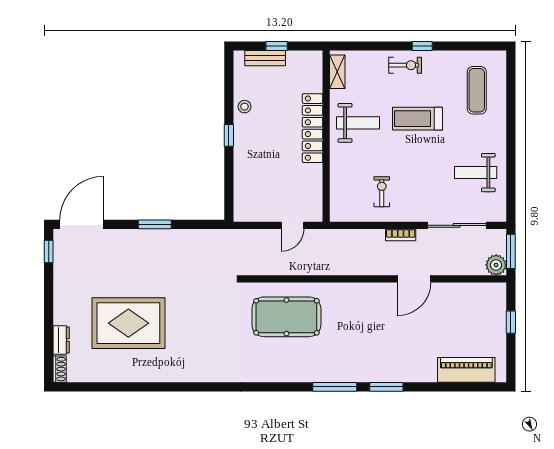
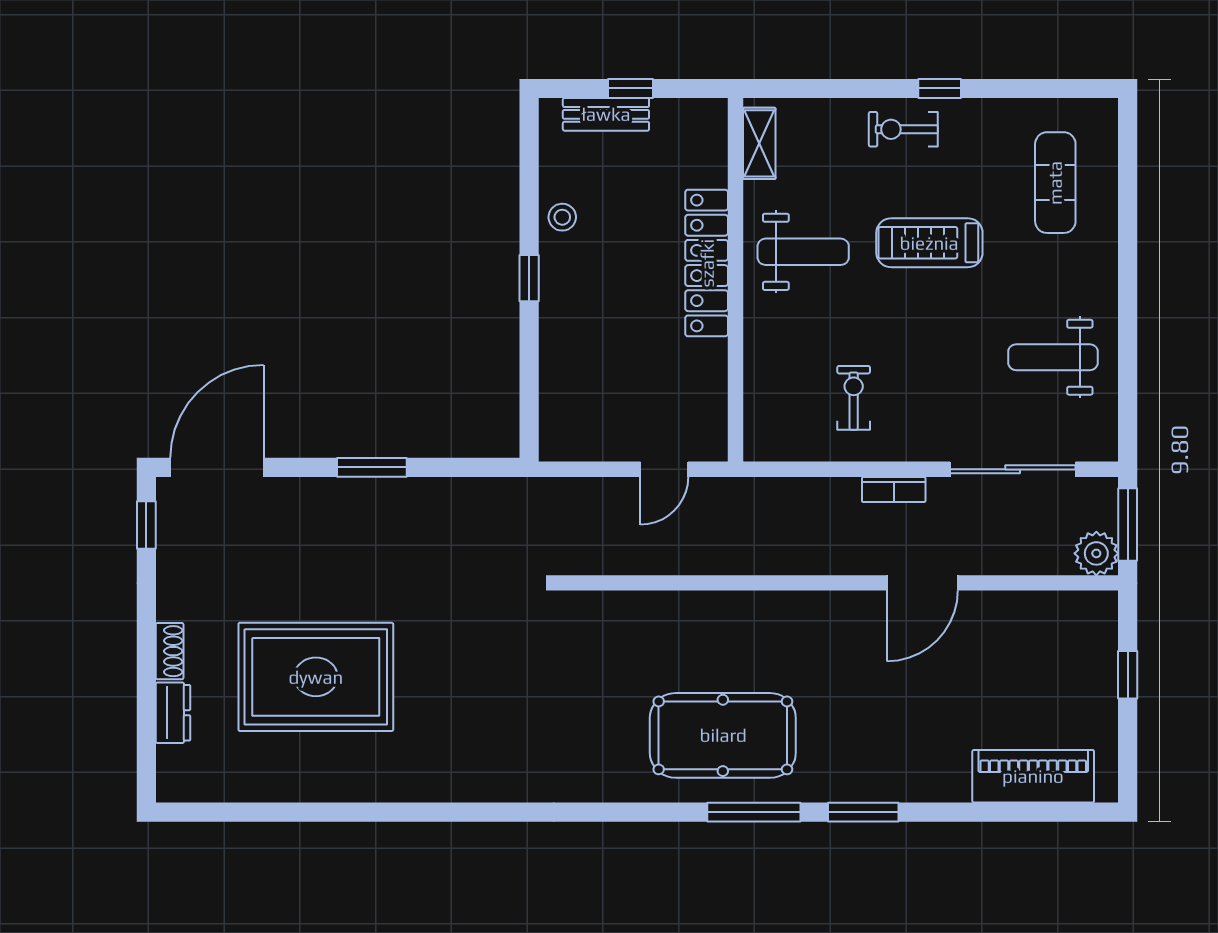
exercise bike: (405, 65) -> (903, 129), turned 180
pool table: (286, 317) -> (723, 735), moved
shoe rack: (60, 369) -> (170, 651), moved

